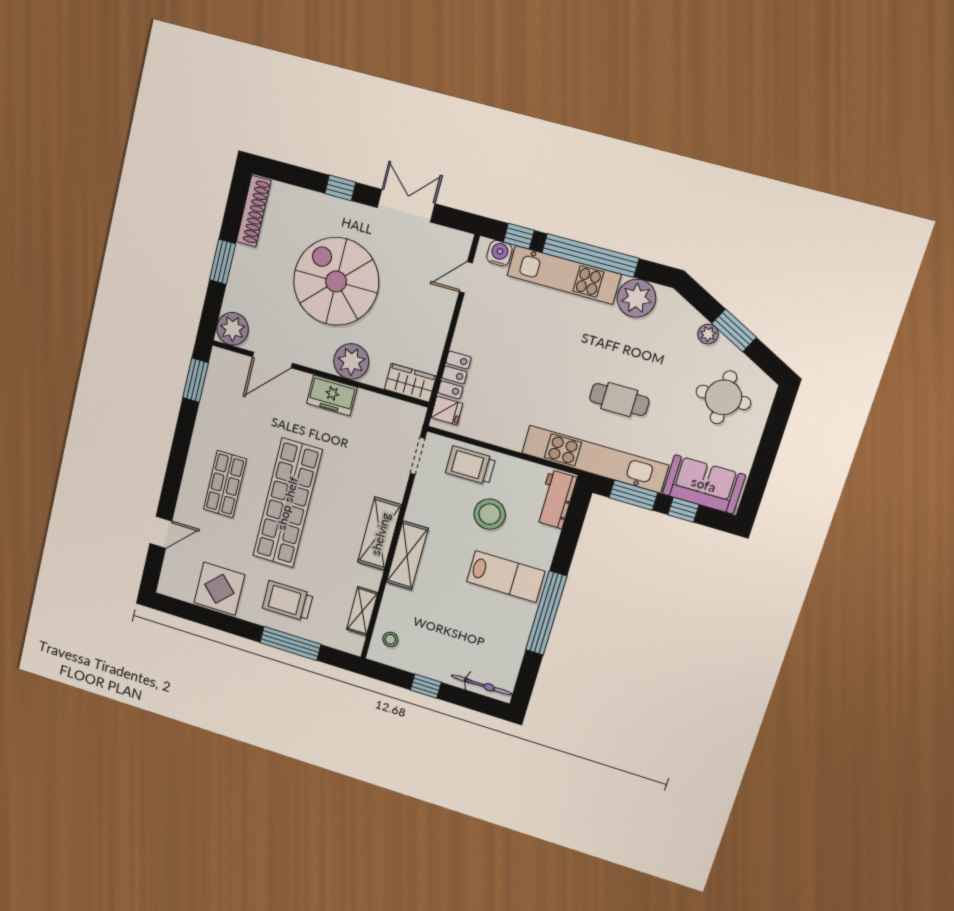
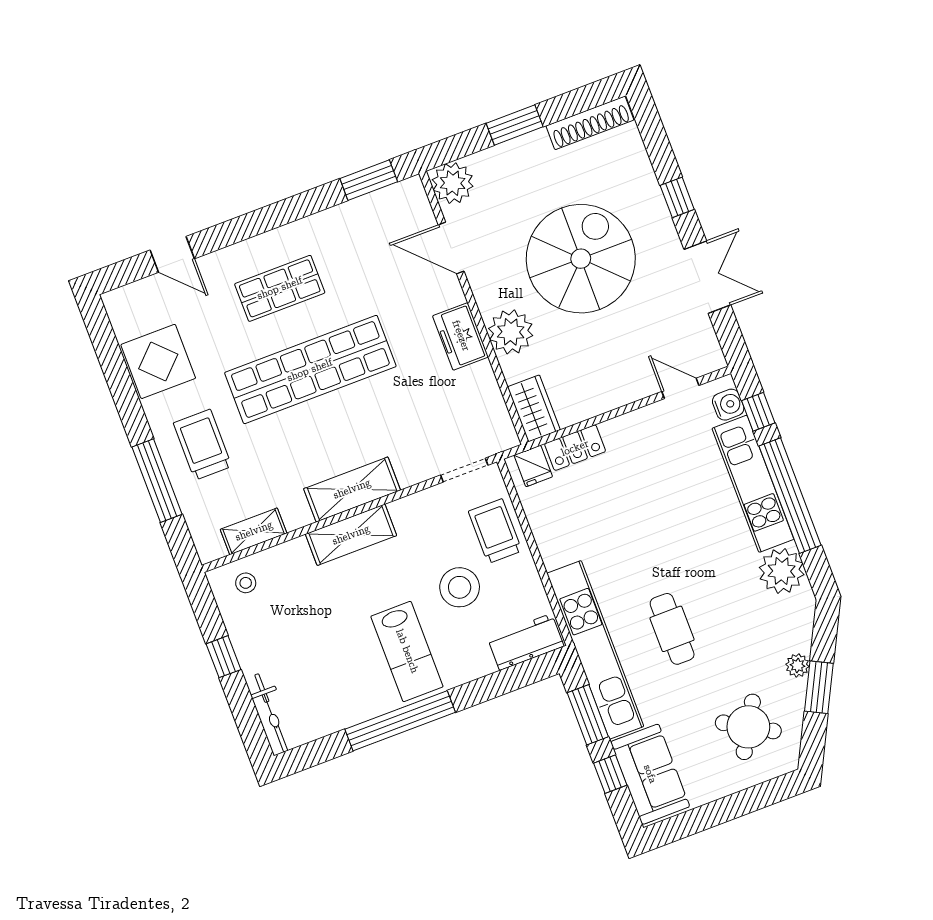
round table: (723, 397) -> (748, 727), turned 30

